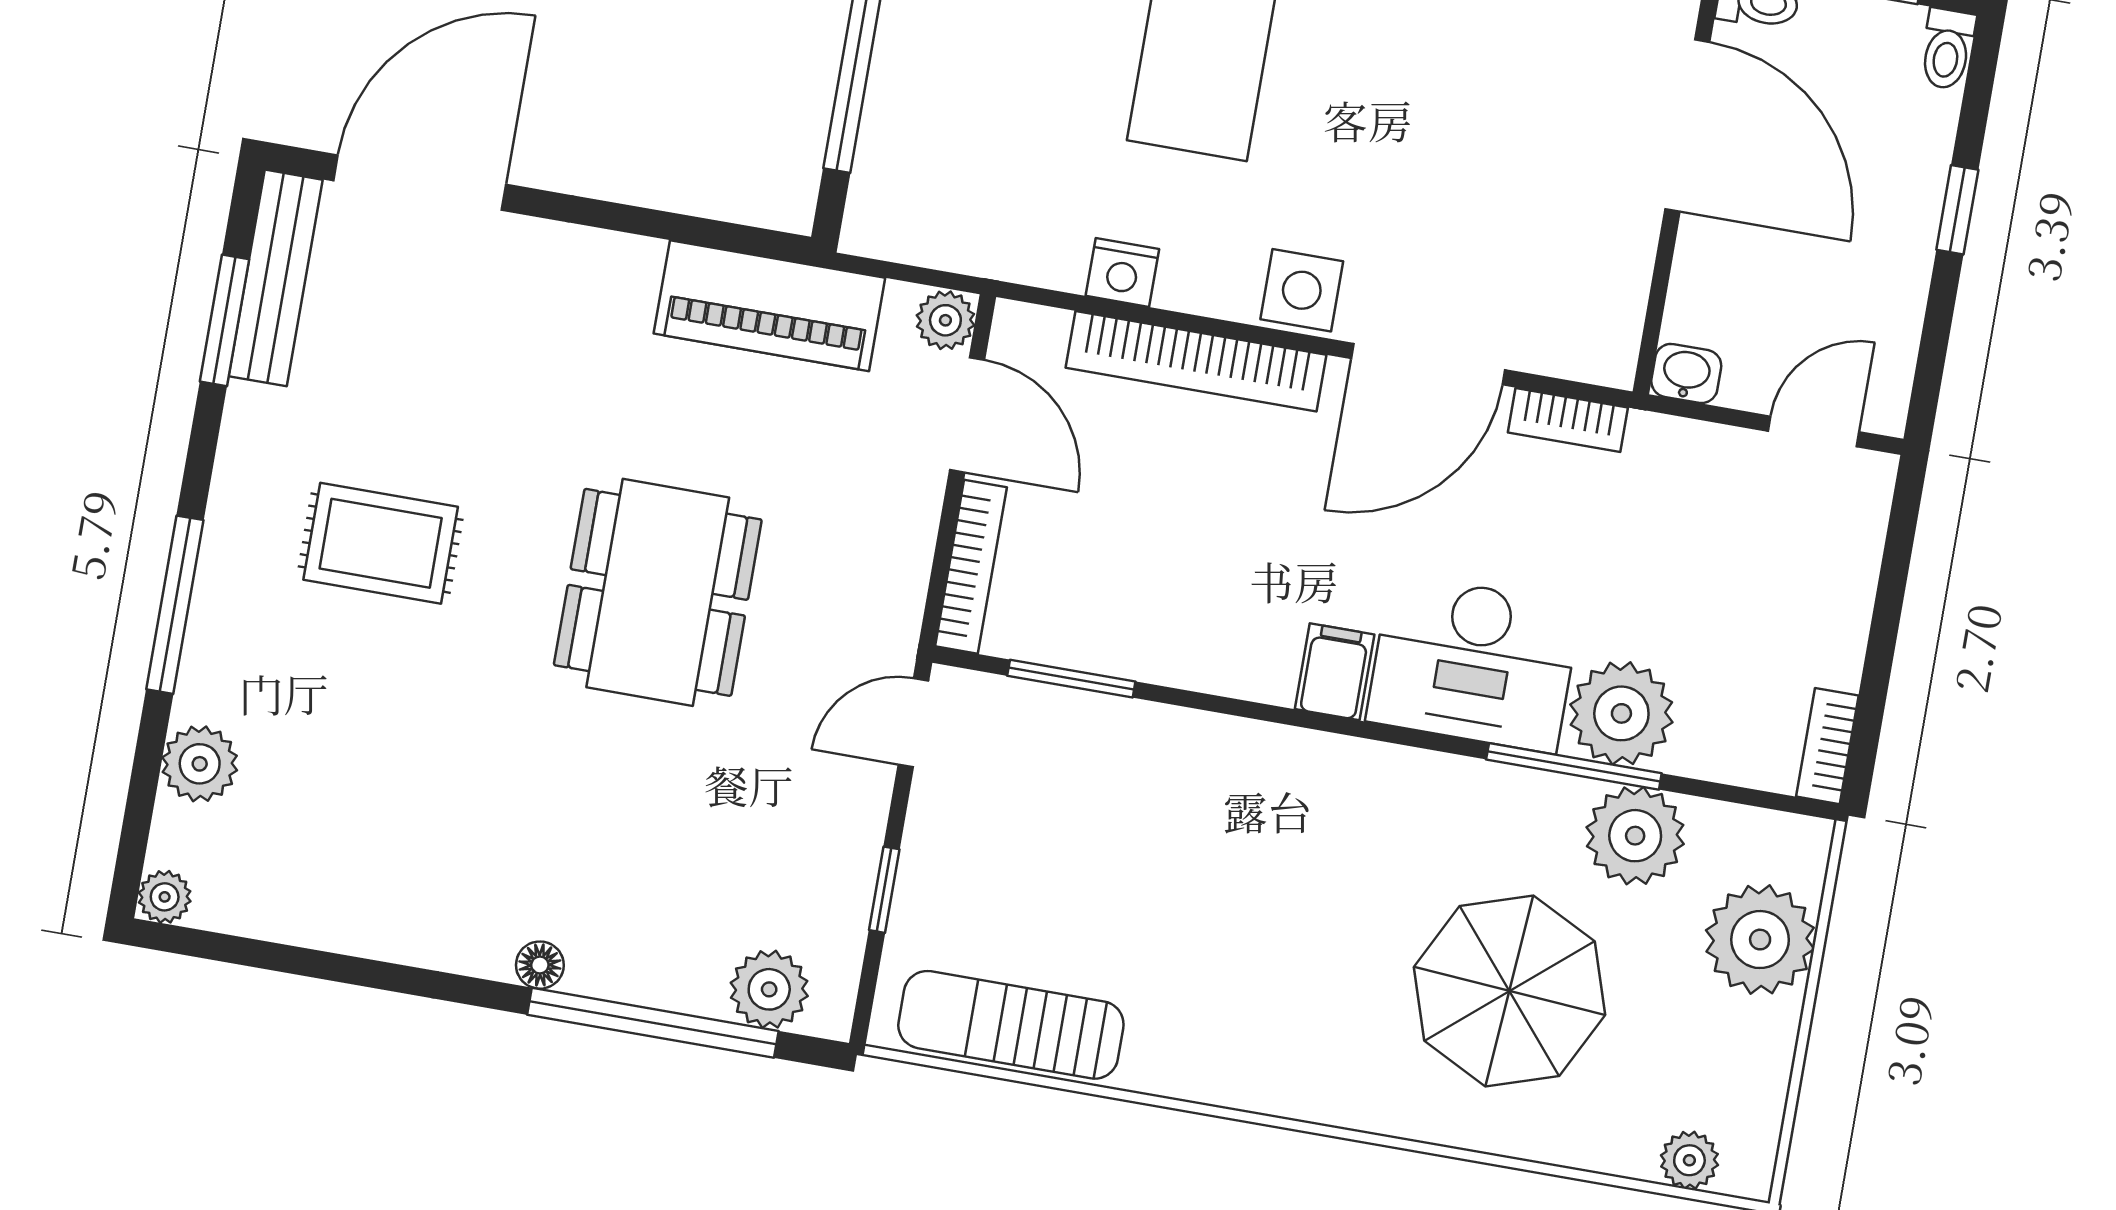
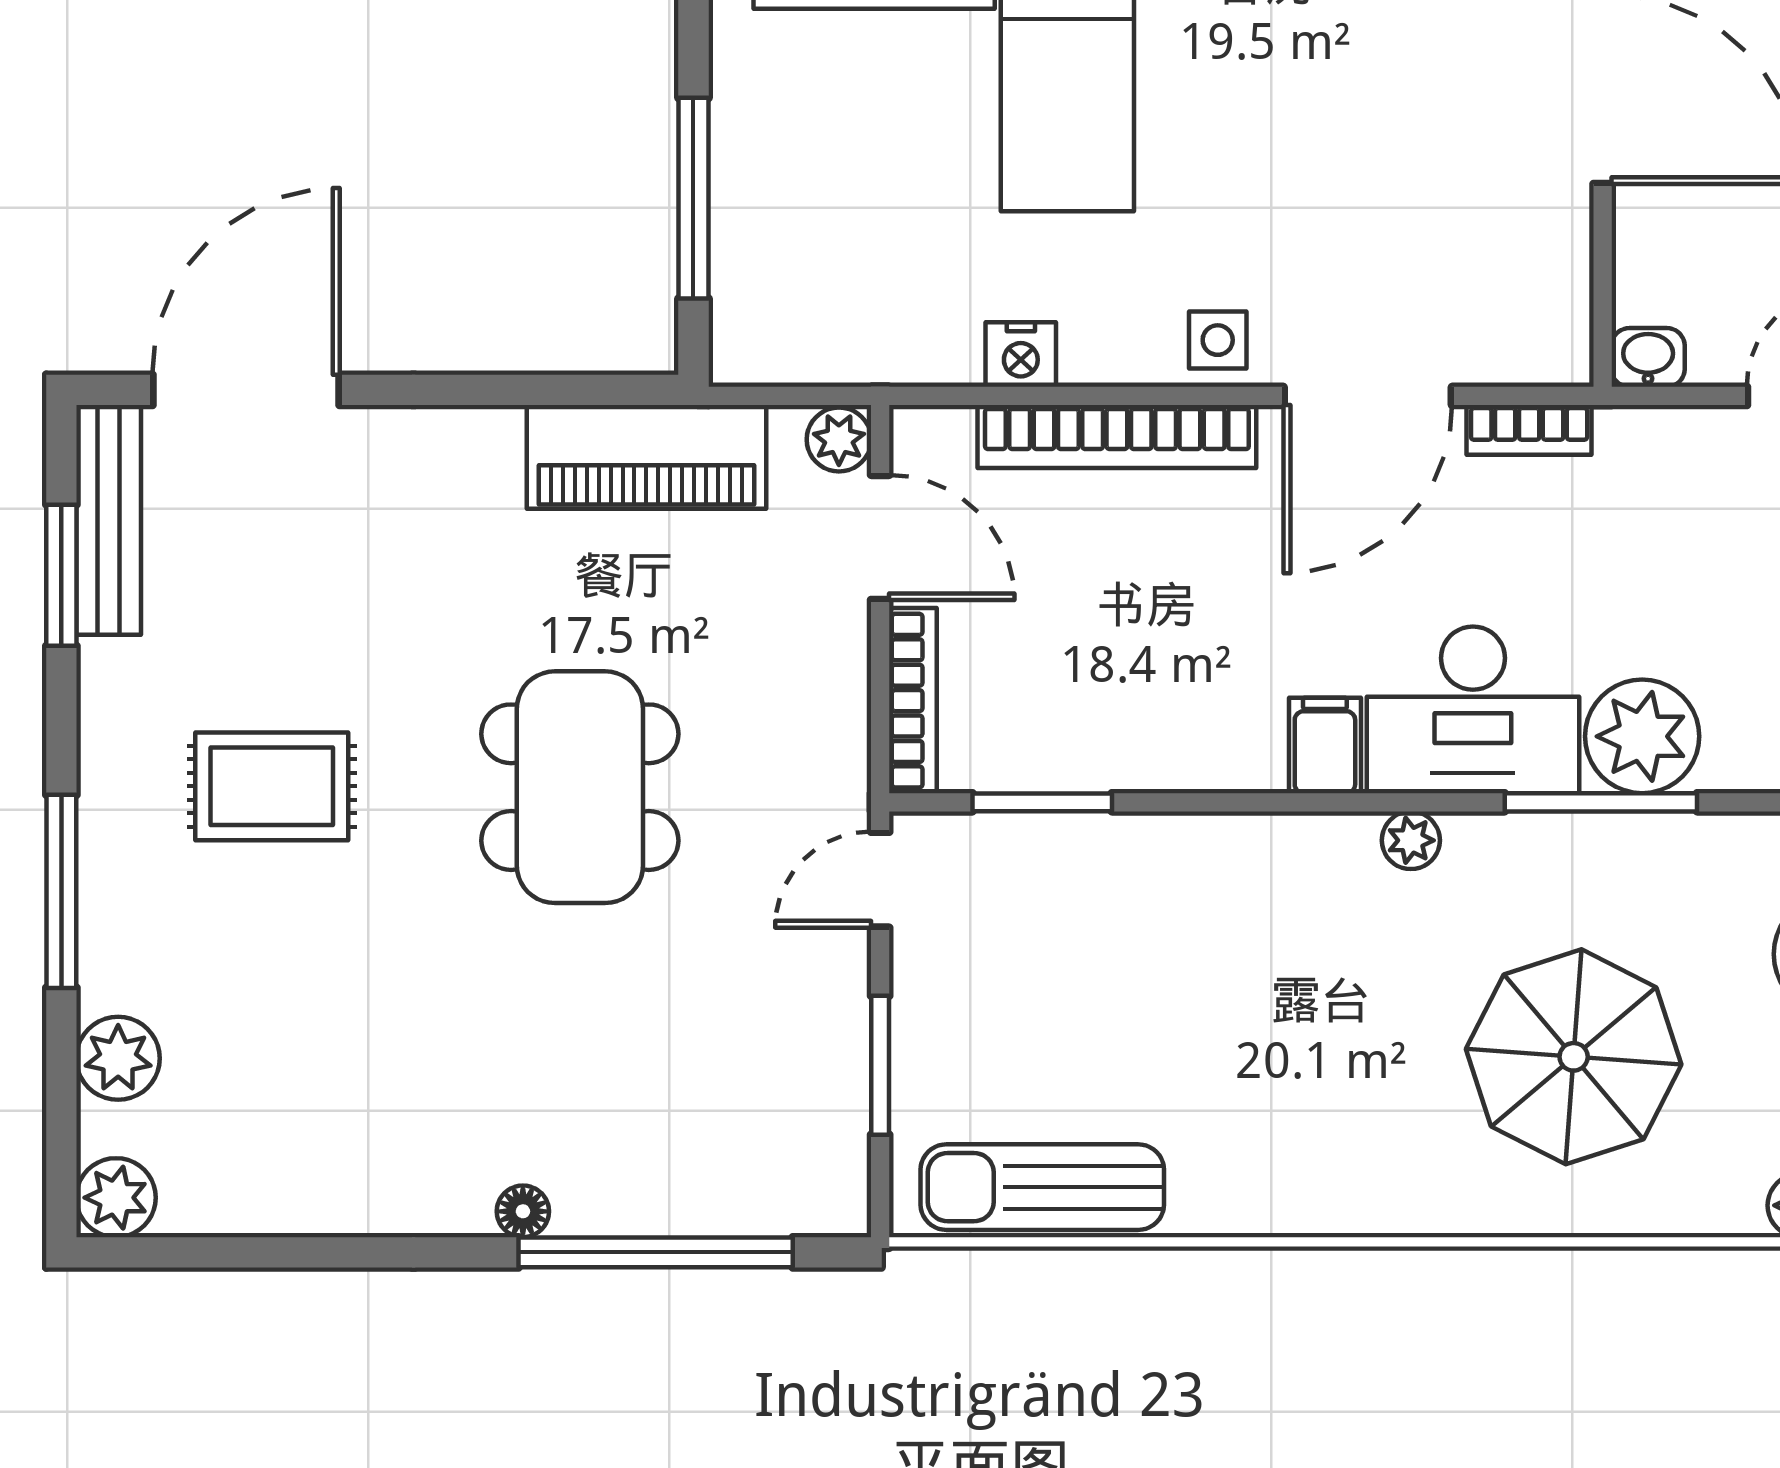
side table: (1302, 290) -> (1218, 340), width x0.73, depth x0.73
plant: (1635, 836) -> (1411, 840), moved, width x0.53, depth x0.53
window: (884, 890) -> (880, 1065), width x1.50
plant: (165, 897) -> (116, 1198), width x1.38, depth x1.38
plant: (769, 989) -> (775, 1194), removed

